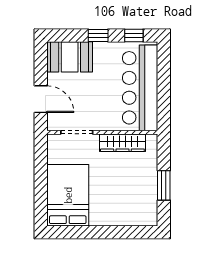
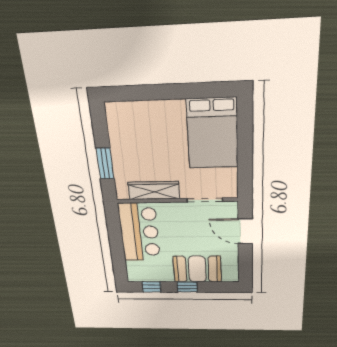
booth: (70, 57) -> (197, 269), moved
bar counter: (140, 88) -> (139, 232), width x0.73
window: (164, 185) -> (105, 163), moved

